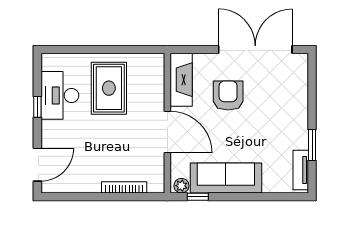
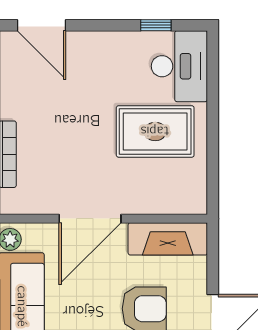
desk: (60, 95) -> (179, 66), moved, turned 90
window: (37, 107) -> (156, 25), moved

